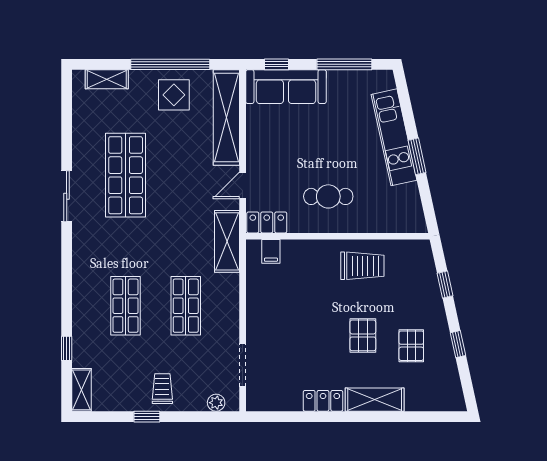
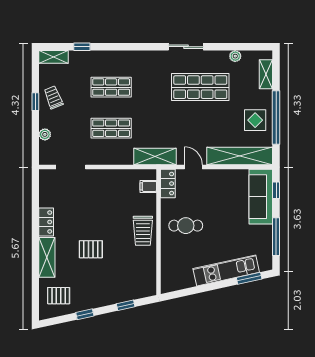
plant: (80, 124) -> (235, 56), added
window: (417, 156) -> (249, 278), moved
cafe table: (328, 196) -> (186, 226), turned 90
trolley: (362, 266) -> (143, 231), moved
pallet: (411, 346) -> (59, 296), moved
trolley: (162, 389) -> (53, 97), moved, turned -112
plant: (216, 403) -> (45, 134), moved

